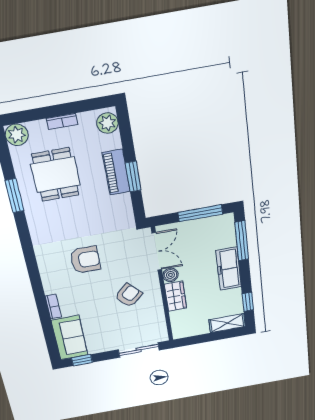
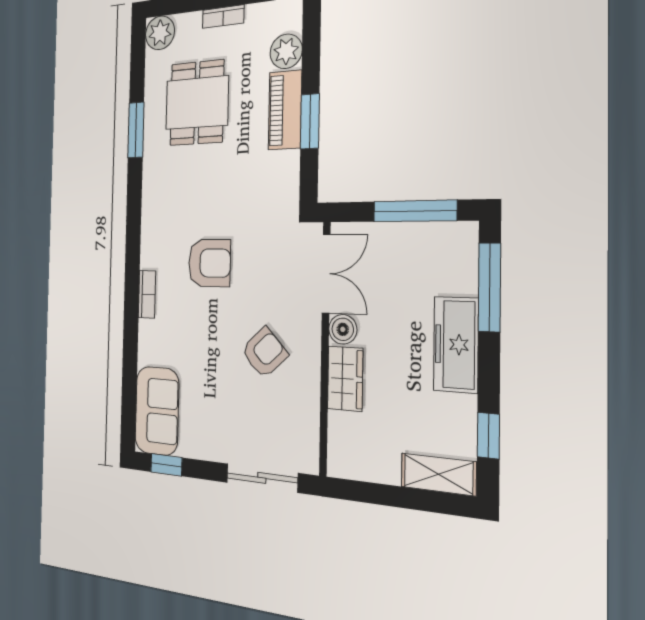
plant: (107, 123) -> (286, 51), moved
bookcase: (53, 306) -> (147, 294), moved

